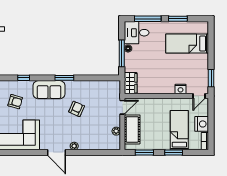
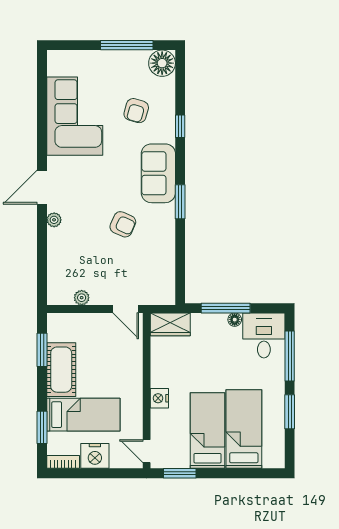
bed: (188, 63) -> (208, 431), added
nightstand: (181, 89) -> (159, 398), moved
cot: (132, 129) -> (61, 370), moved, turned 90
window: (174, 153) -> (42, 427), moved

